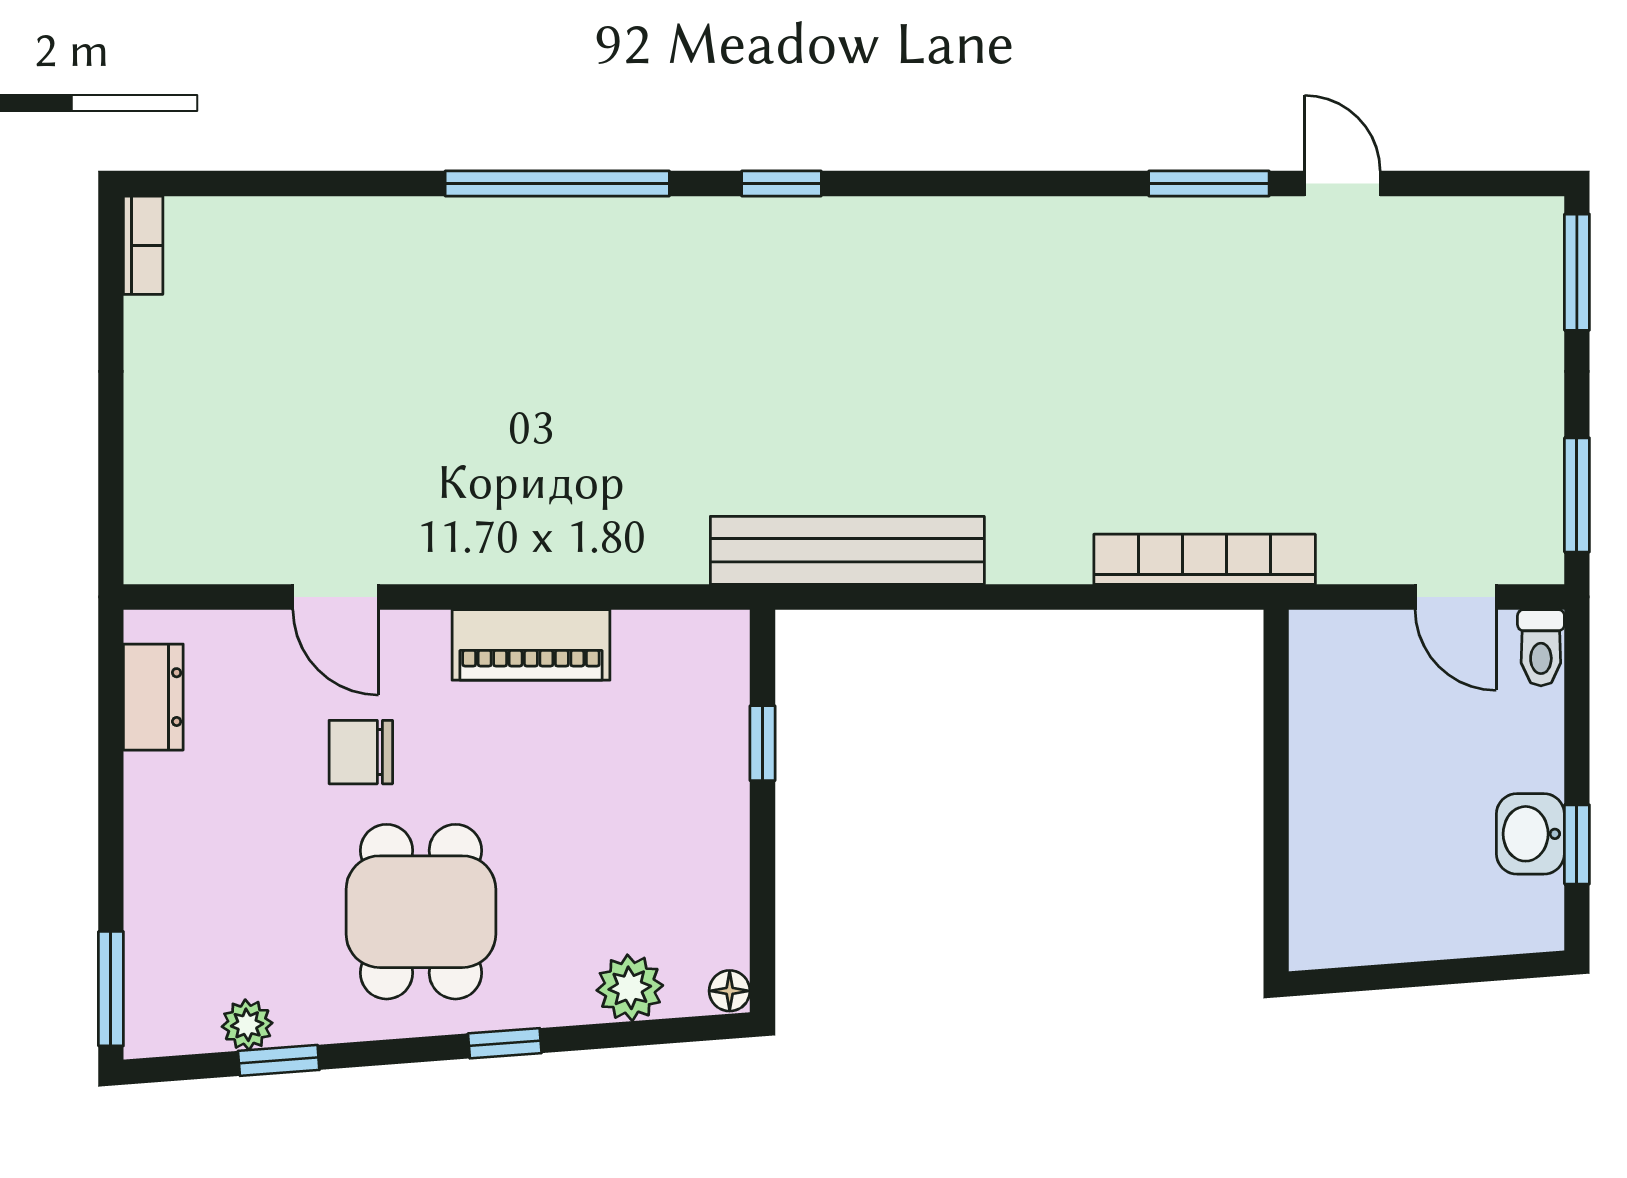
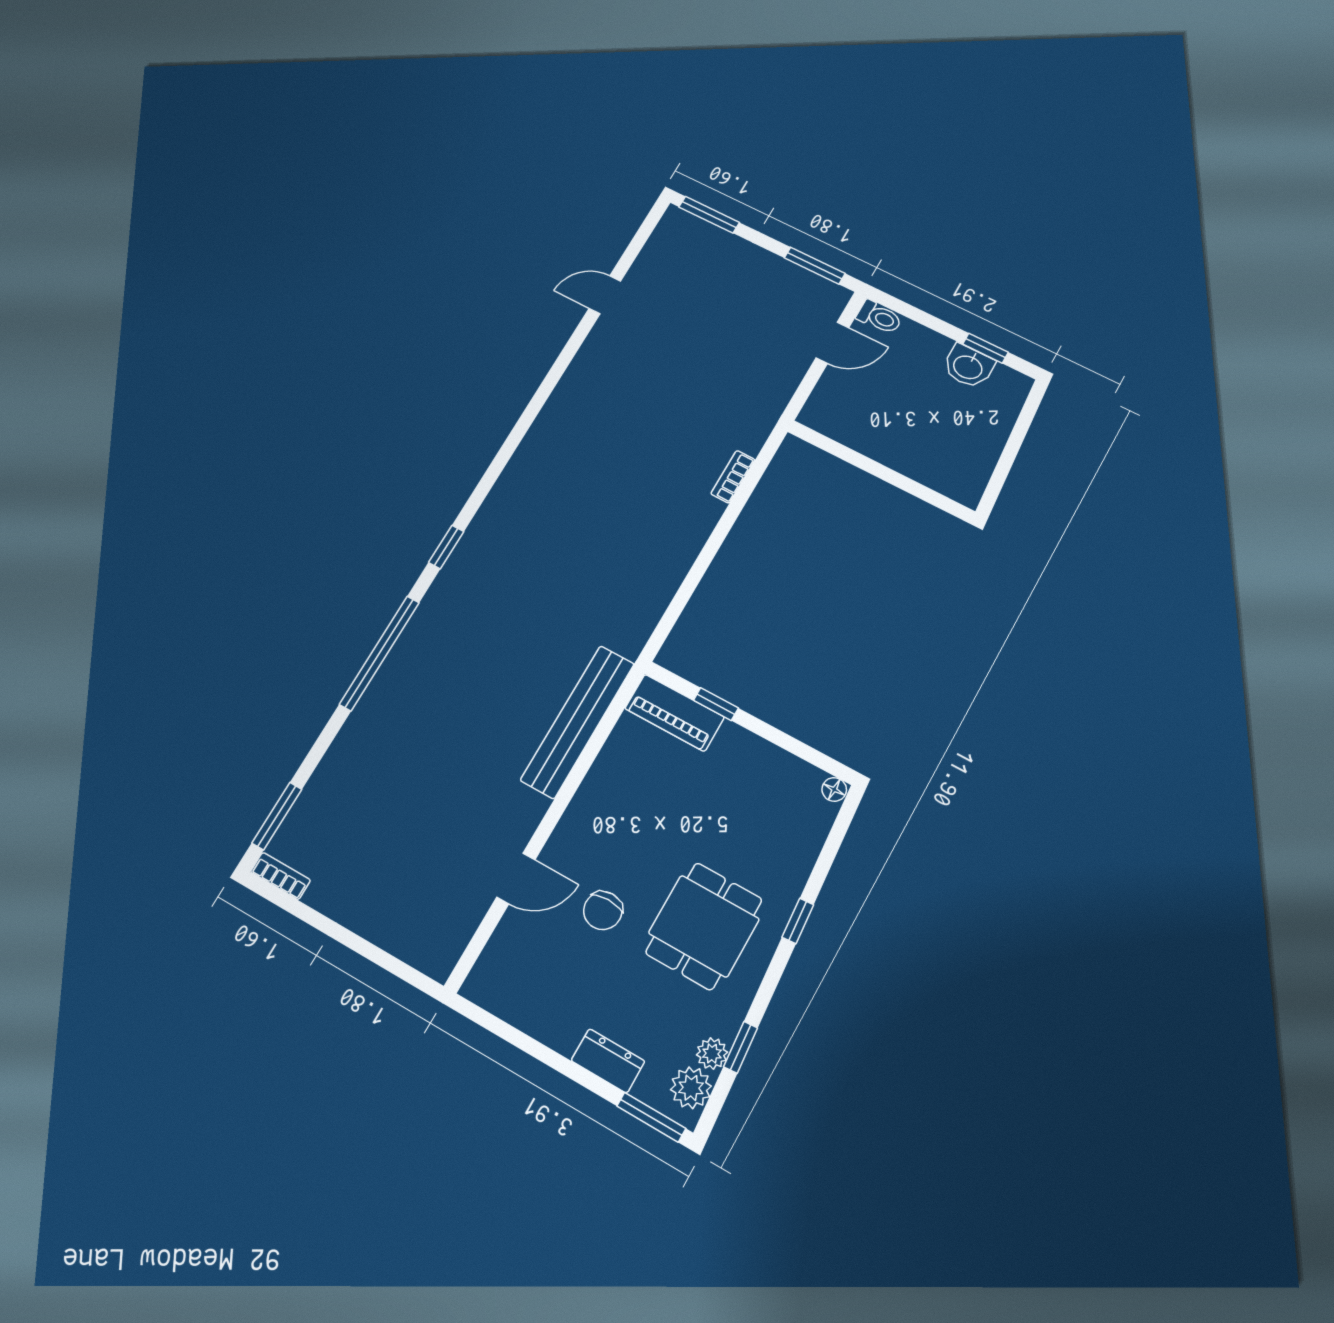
window: (1209, 184) -> (277, 816), moved
bench: (847, 550) -> (578, 722), moved
bookcase: (1205, 559) -> (733, 477), width x0.43, depth x0.76
piano: (531, 645) -> (675, 713), moved, turned 90
dresser: (153, 697) -> (608, 1061), moved
dining table: (421, 912) -> (704, 926), turned 90
plant: (630, 988) -> (691, 1088), moved

